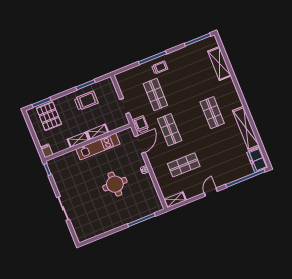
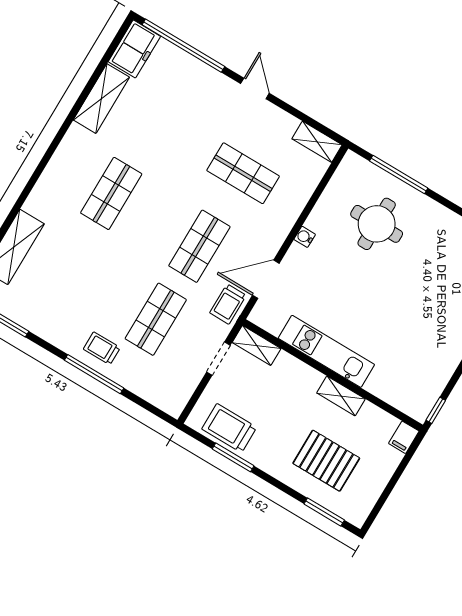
trolley: (86, 101) -> (229, 428), moved
pallet: (49, 116) -> (326, 461), moved, turned 90
shelving: (246, 128) -> (101, 99), width x0.68
shelving: (98, 132) -> (257, 345), moved
round table: (115, 184) -> (377, 224), moved
door: (211, 192) -> (255, 88), swing flipped

